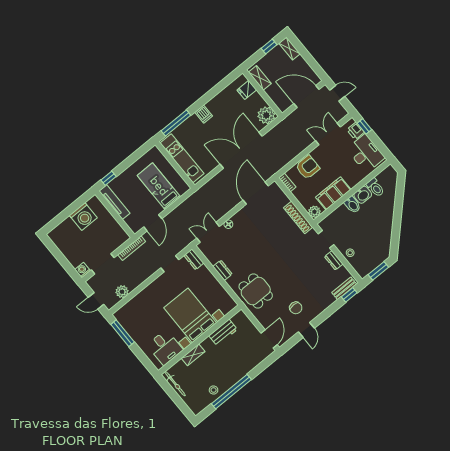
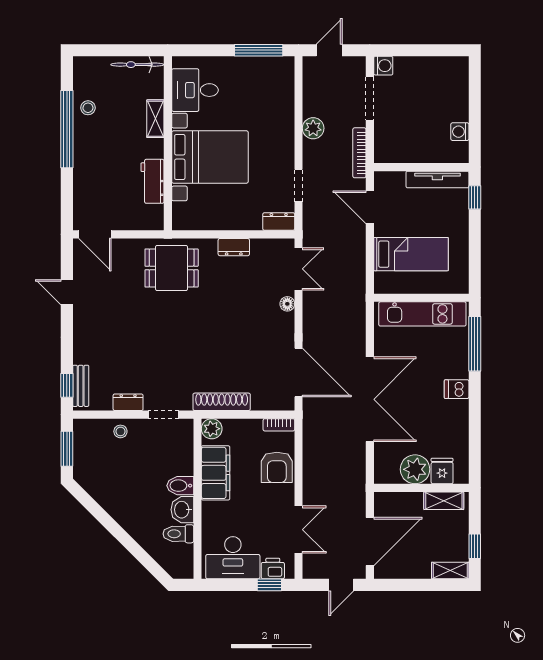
plant: (266, 115) -> (415, 469), moved
washing machine: (83, 217) -> (460, 132), width x0.53, depth x0.53
plant: (122, 292) -> (313, 128), moved
chair: (296, 308) -> (107, 302), removed

